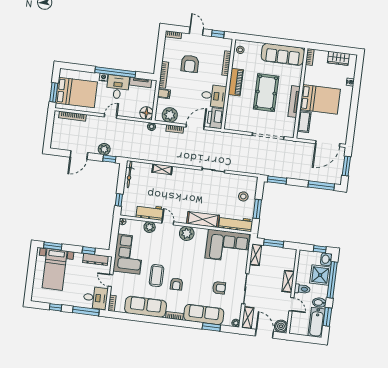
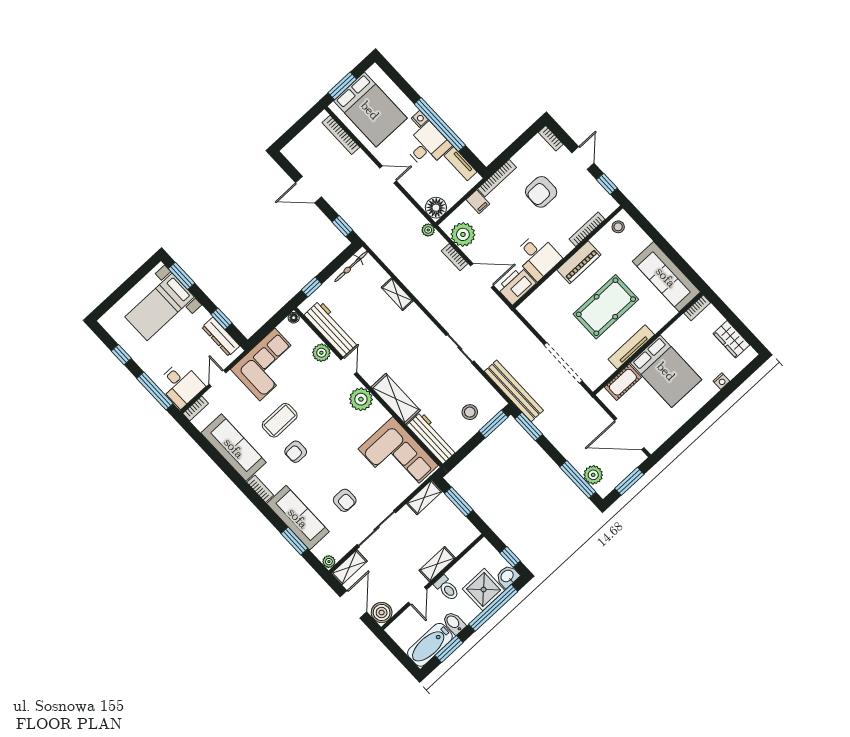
plant: (104, 149) -> (593, 475), moved
bench: (256, 169) -> (514, 391), added
window: (257, 209) -> (493, 424), moved
workbench: (150, 212) -> (331, 329), width x1.38

